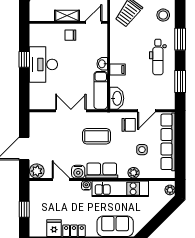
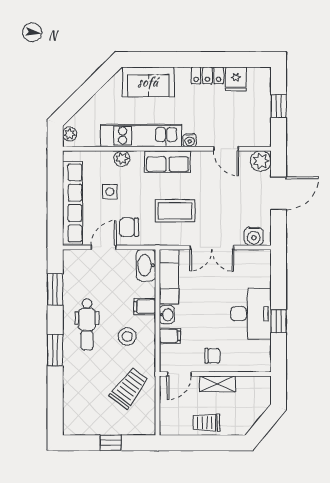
stool: (163, 15) -> (127, 336), moved
filing cabinet: (100, 49) -> (170, 336), added
dental chair: (158, 57) -> (87, 324), turned 180
water cooler: (78, 172) -> (254, 236), moved, turned 180

